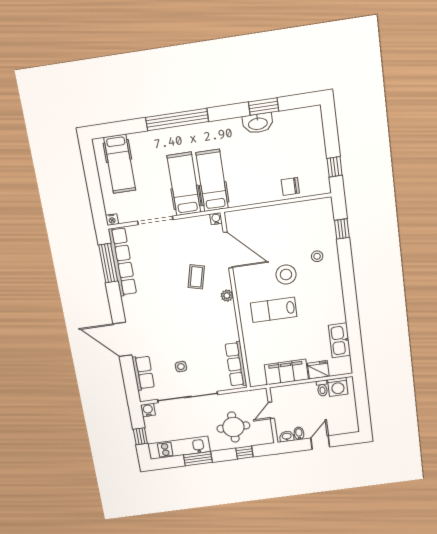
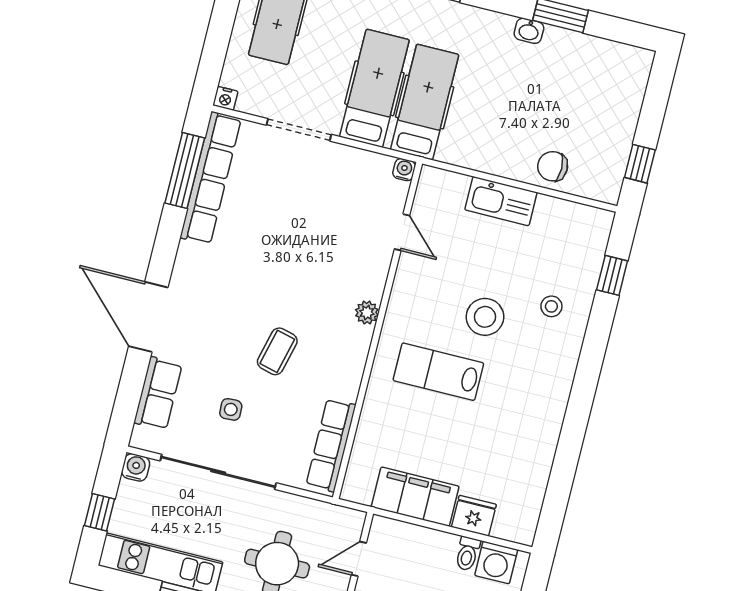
washbasin: (258, 123) -> (529, 31), width x0.52, depth x0.69
door: (228, 250) -> (402, 232), width x0.53
coffee table: (196, 277) -> (277, 351), moved
kitchen sink: (339, 340) -> (501, 201), moved, turned -90

